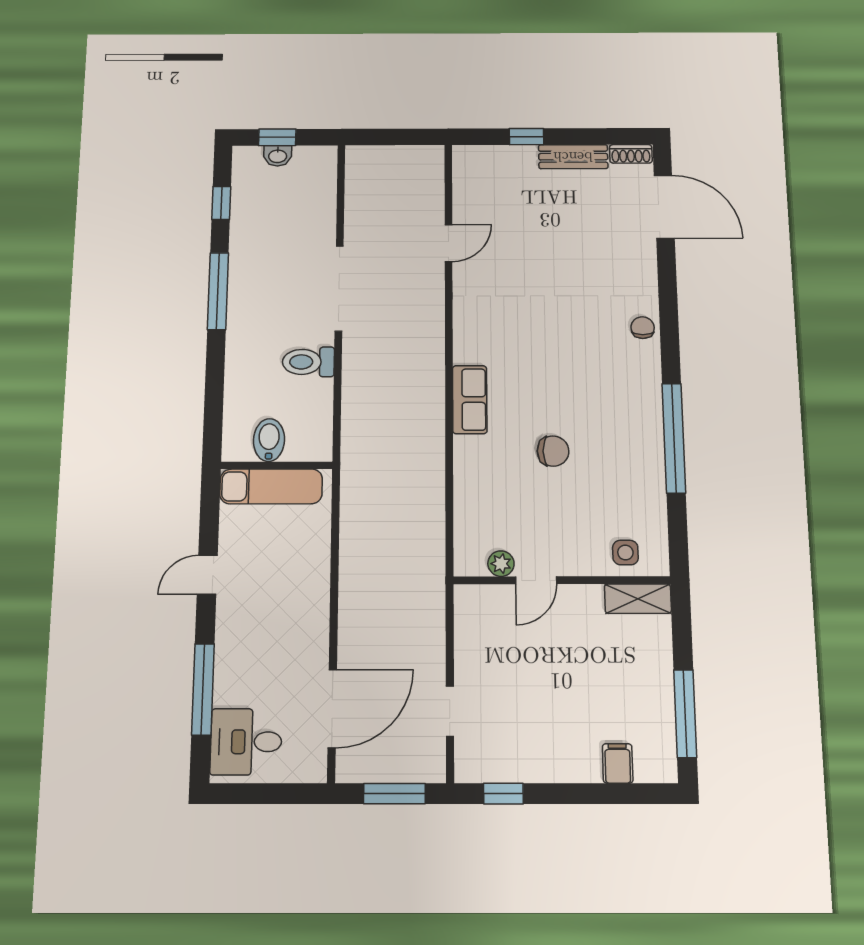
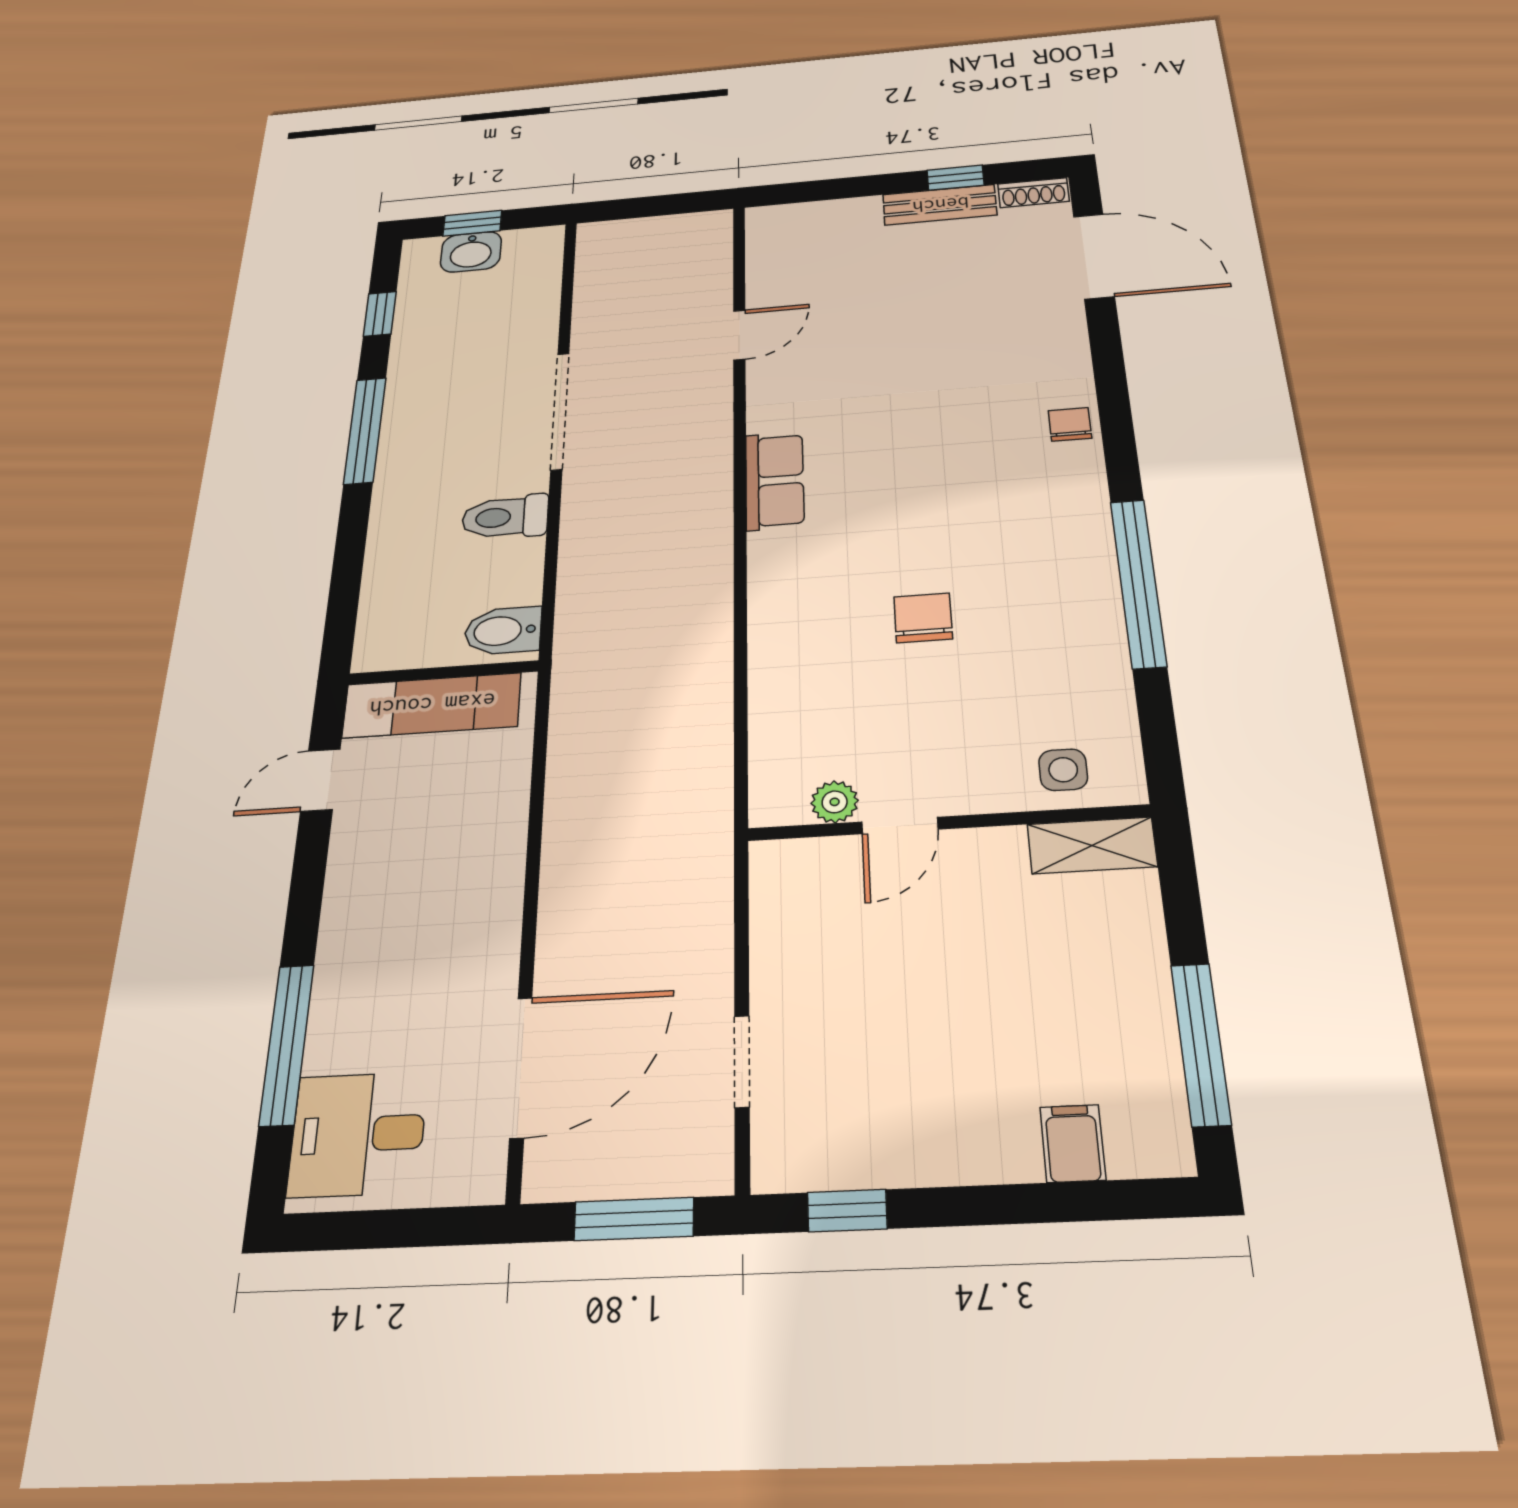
window: (526, 137) -> (955, 178), moved
washbasin: (278, 156) -> (471, 252), width x1.38, depth x1.45
row of seats: (470, 400) -> (775, 481), moved
bidet: (269, 440) -> (503, 631), moved, turned -90
chair: (553, 451) -> (923, 618), turned -90
door: (207, 575) -> (320, 780), moved

